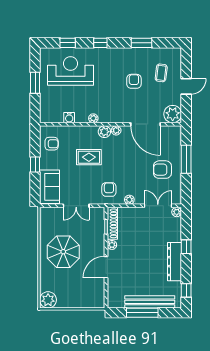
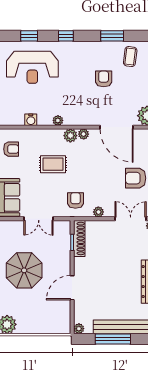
reception desk: (71, 71) -> (32, 67), turned 180
coffee table: (161, 73) -> (130, 57), moved
plant: (112, 245) -> (79, 329), moved

